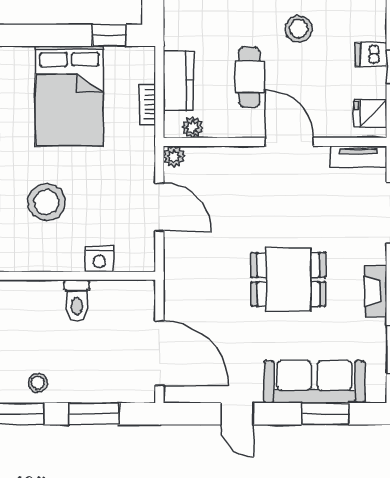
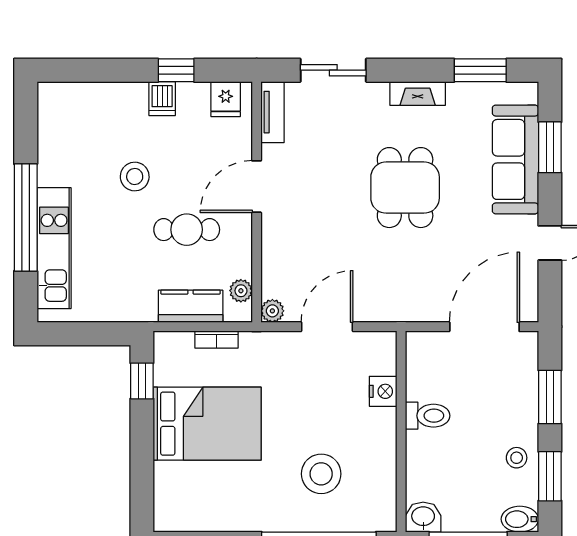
stool: (47, 202) -> (321, 474), moved

